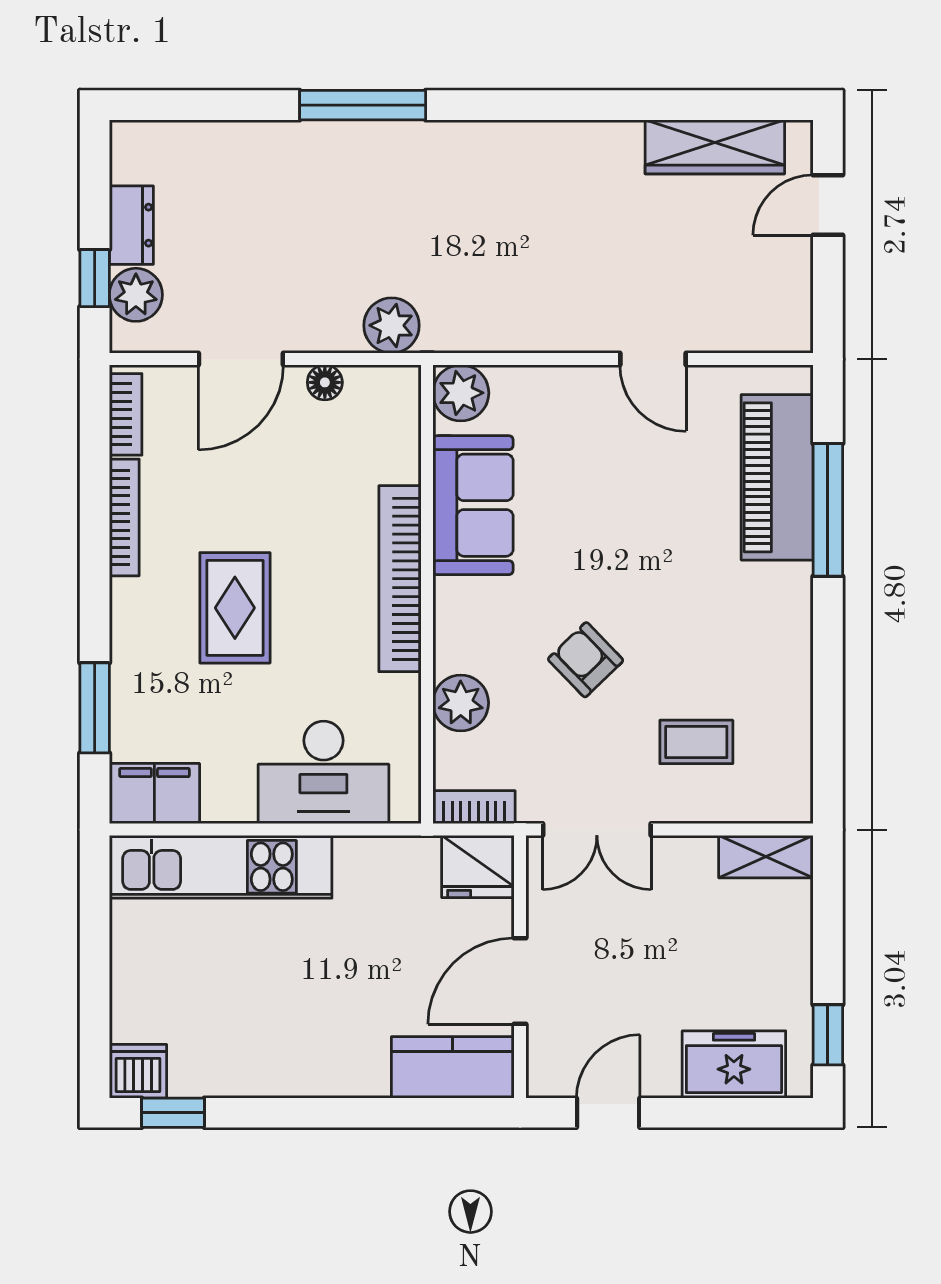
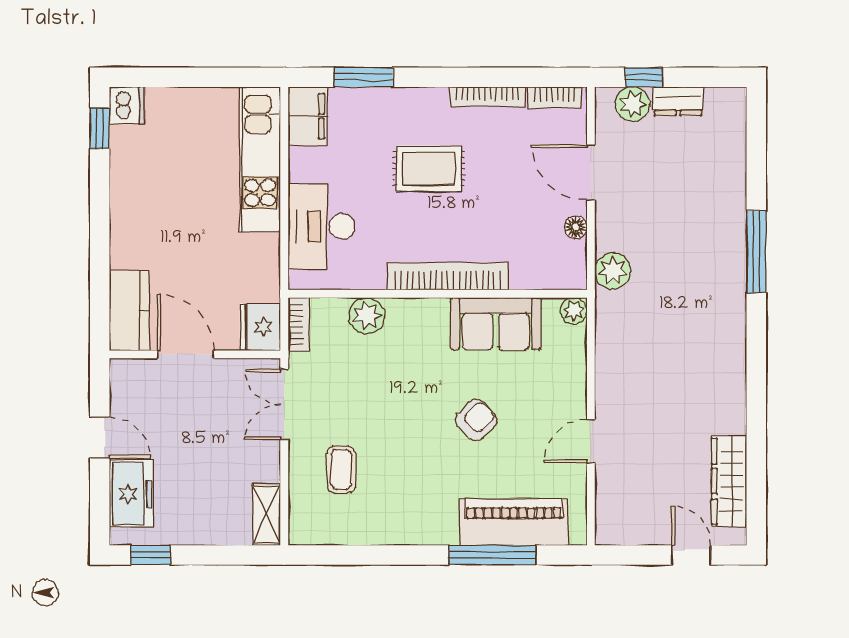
plant: (461, 393) -> (574, 311), width x0.73, depth x0.73
armchair: (586, 660) -> (476, 420), moved
door: (608, 1113) -> (100, 437), moved

